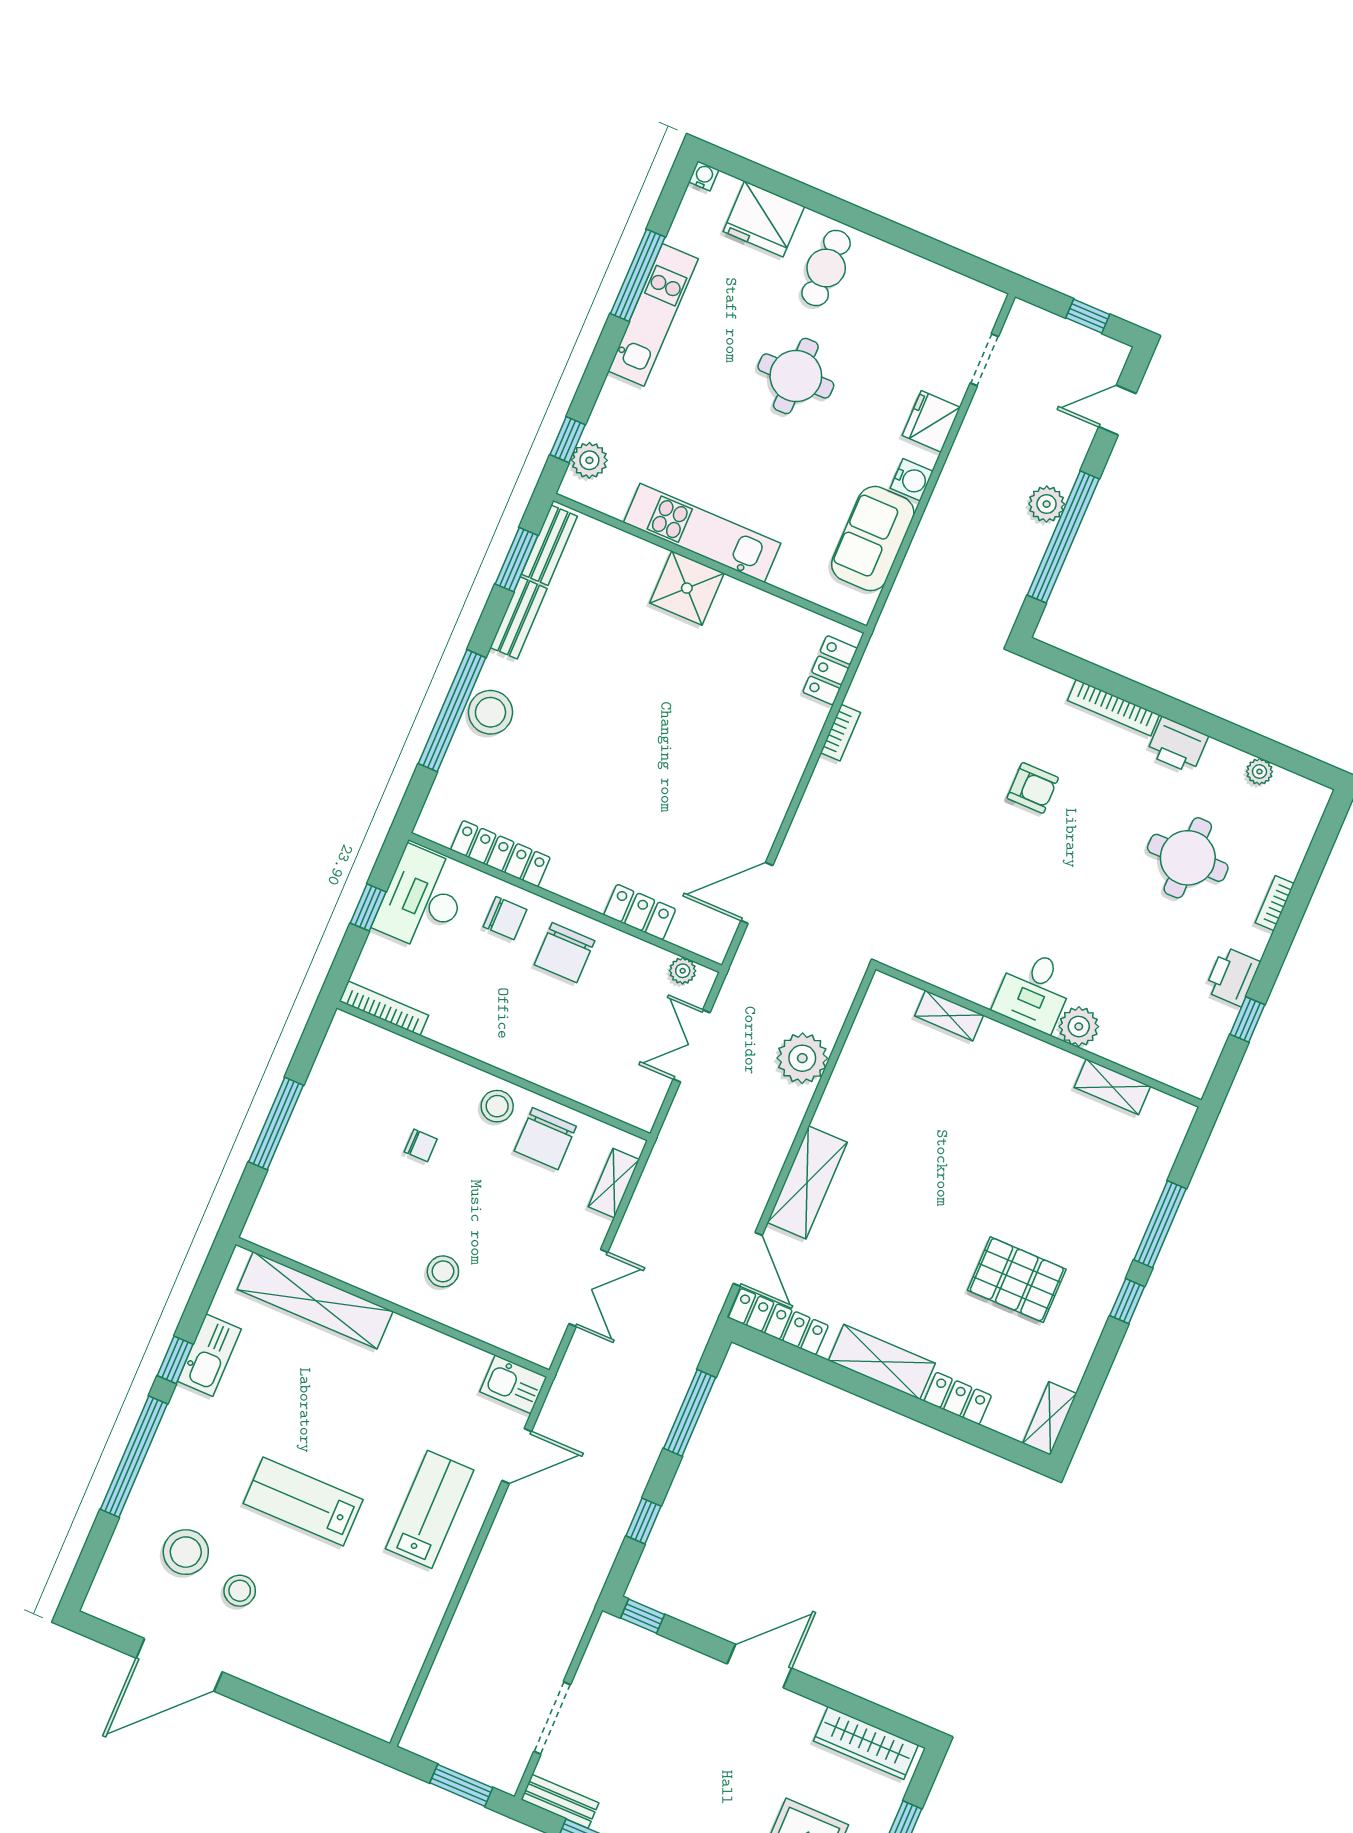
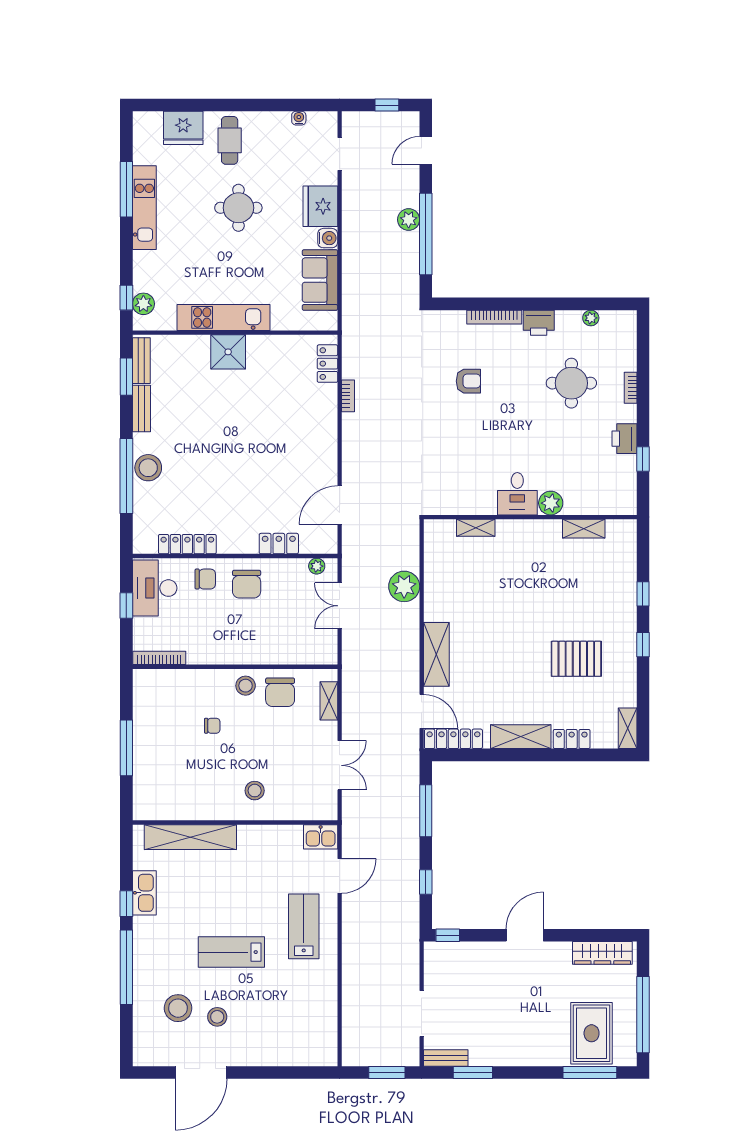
water cooler: (704, 176) -> (299, 118), moved
fridge: (931, 421) -> (320, 206), width x1.36, depth x1.34
window: (1160, 1224) -> (643, 594), width x0.46

